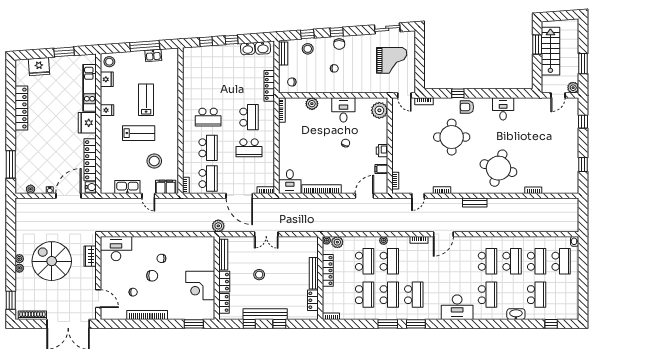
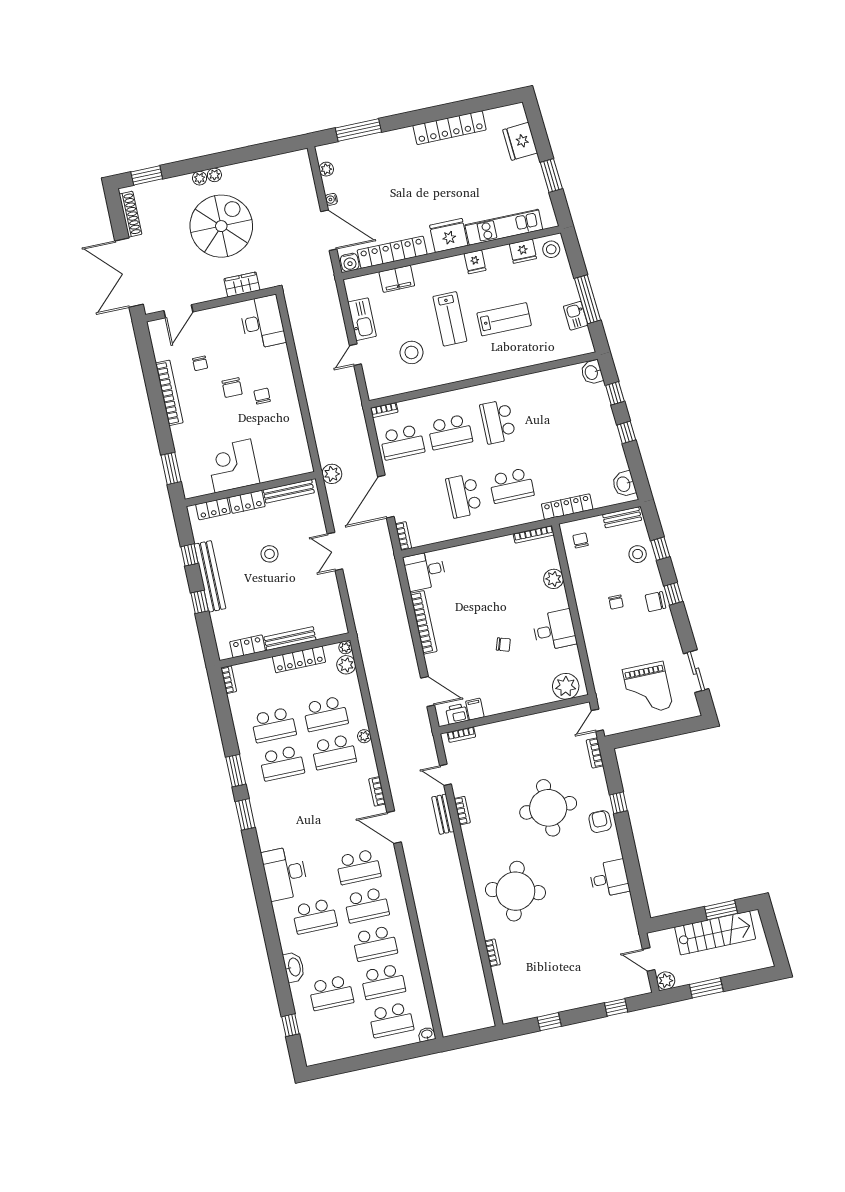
washbasin: (248, 49) -> (592, 372), moved
printer: (382, 151) -> (457, 714), moved
filing cabinet: (166, 187) -> (397, 279), moved, turned 90
bench: (475, 202) -> (443, 814), moved
school desk: (414, 295) -> (358, 867), moved

